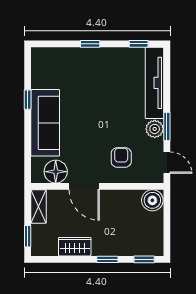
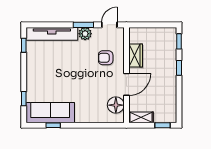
window: (90, 44) -> (24, 99), moved
window: (28, 100) -> (53, 125), moved
sofa: (45, 123) -> (50, 113), moved
boiler: (152, 200) -> (137, 35), removed
wardrobe: (75, 247) -> (136, 56), moved, turned 180

